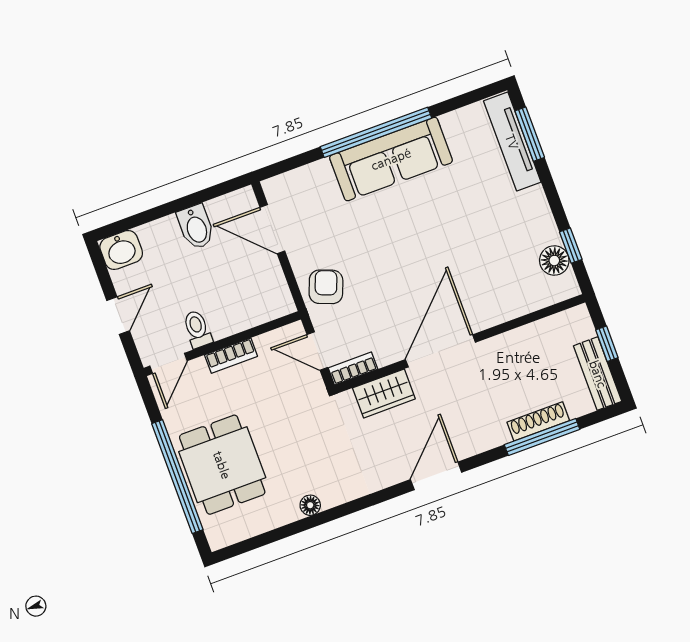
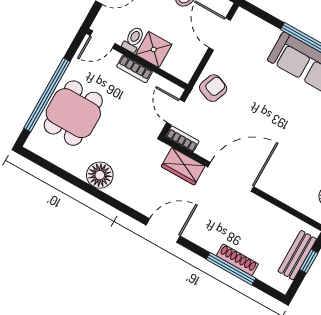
shower: (228, 316) -> (154, 49), added
bench: (598, 374) -> (297, 255), moved
floor lamp: (310, 505) -> (100, 175), width x1.89, depth x1.89

